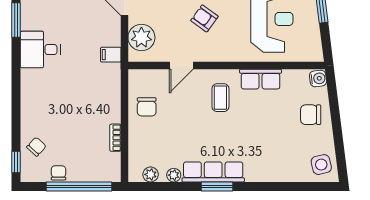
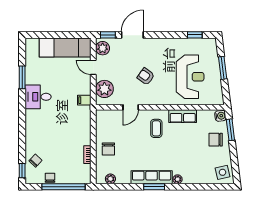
window: (333, 100) -> (230, 130), added
chair: (147, 107) -> (108, 149), moved
plant: (174, 175) -> (178, 179), moved

